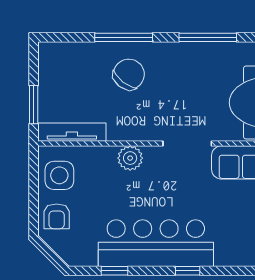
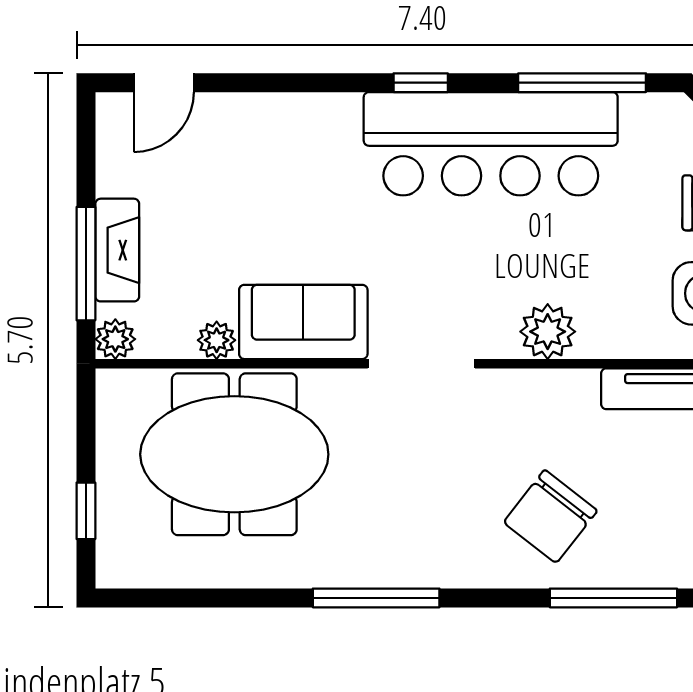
window: (124, 37) -> (613, 598), moved
window: (115, 271) -> (582, 83), width x2.17

